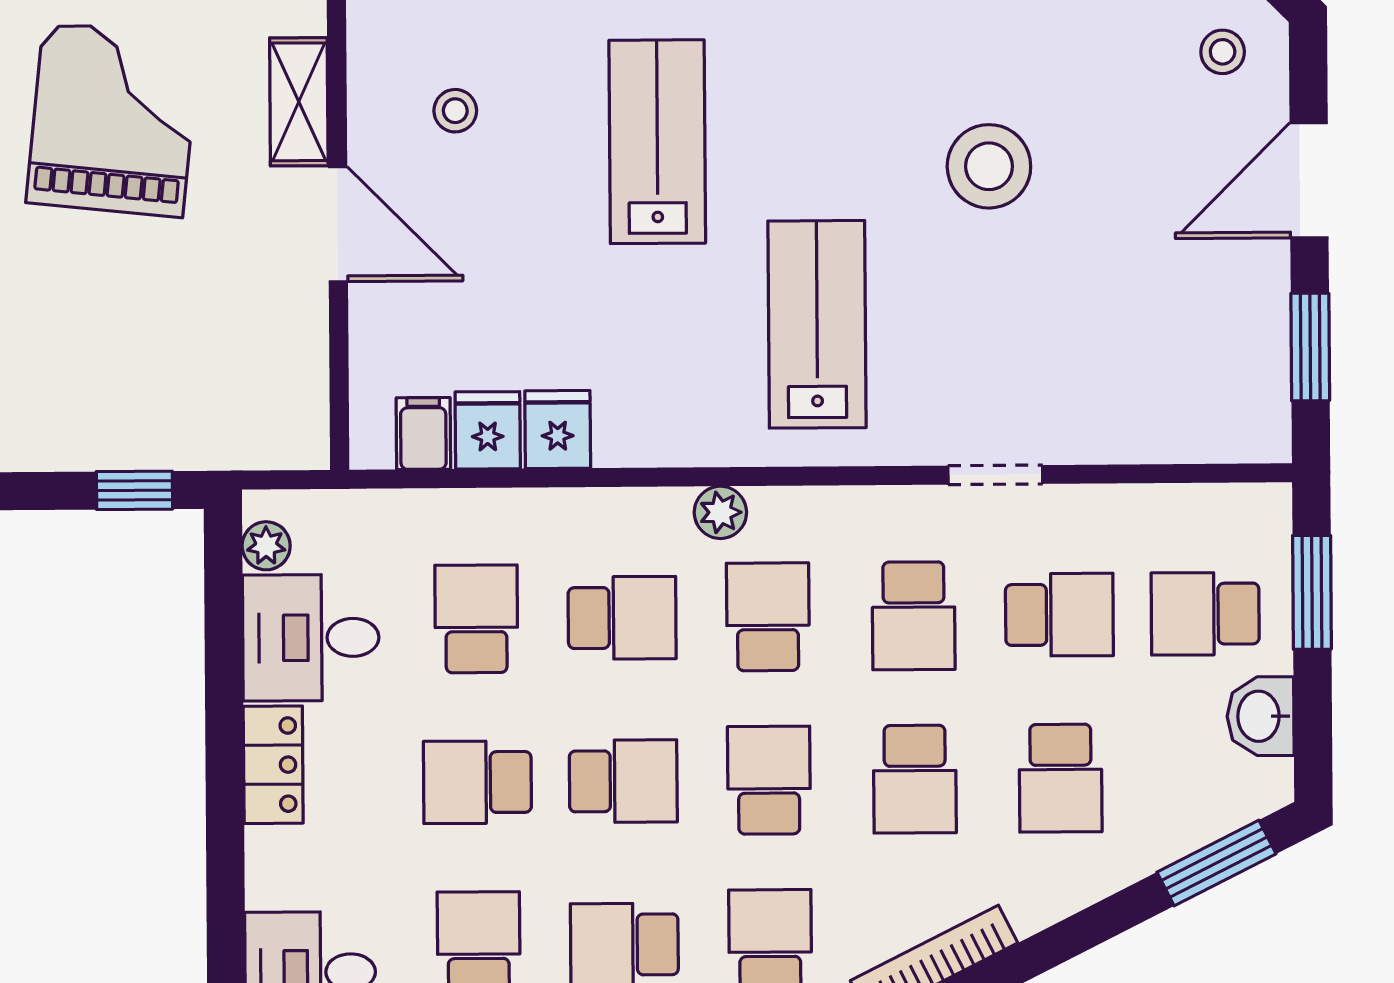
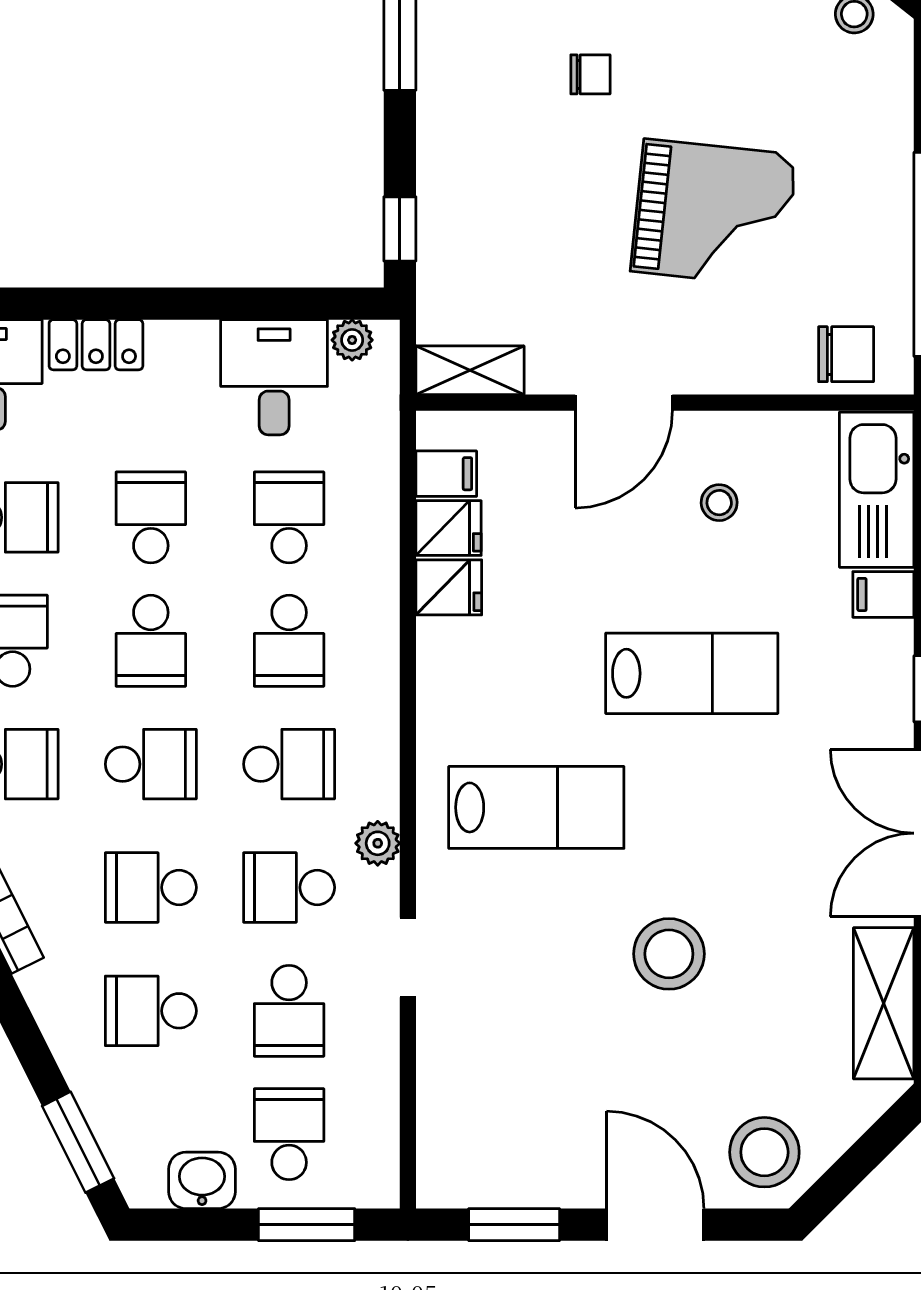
stool: (1223, 52) -> (764, 1152), width x1.89, depth x1.89
shelving: (299, 102) -> (470, 370), moved
plant: (720, 512) -> (378, 843), moved
school desk: (476, 619) -> (289, 517), turned -90
locker: (273, 765) -> (96, 345), moved

